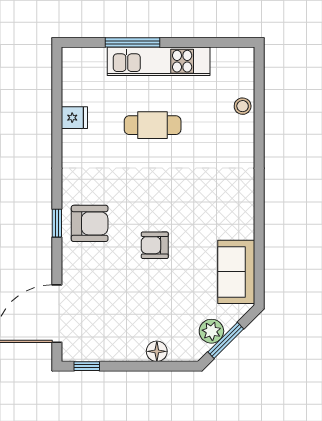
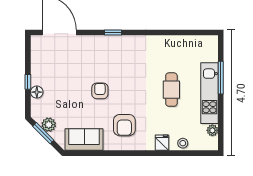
plant: (221, 56) -> (212, 130), added
fridge: (74, 118) -> (162, 143), moved, turned 180
armchair: (90, 223) -> (124, 125), moved
window: (87, 366) -> (28, 82), moved

